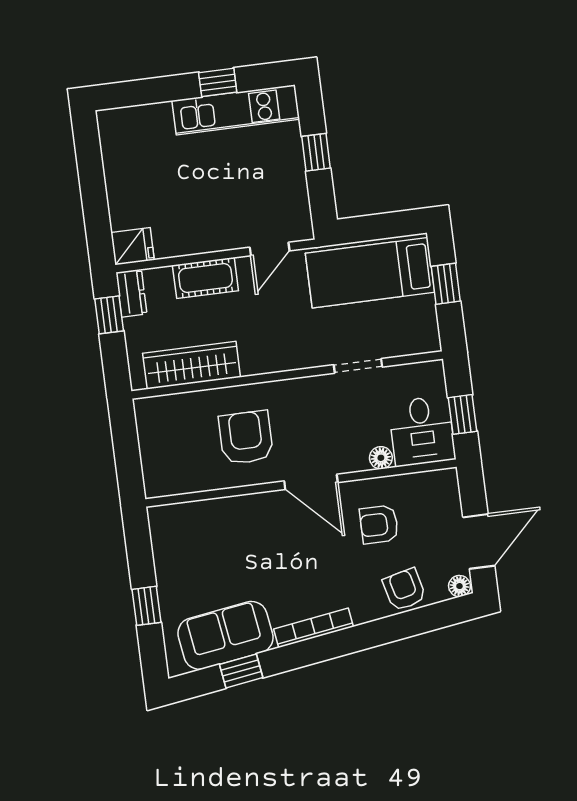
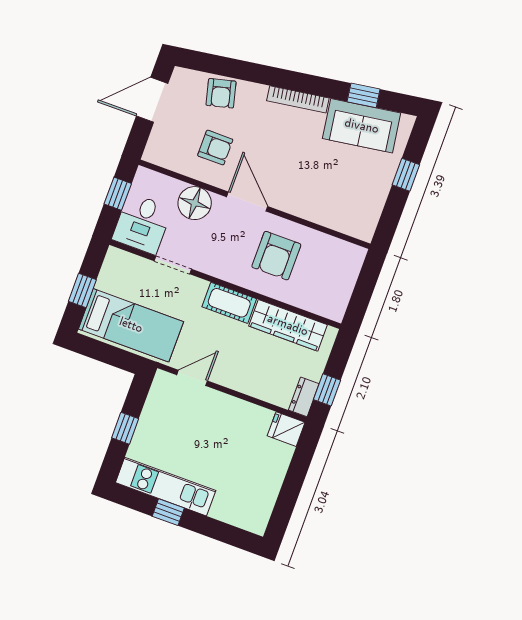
cot: (205, 278) -> (229, 303), moved
desk: (422, 431) -> (142, 224), moved, turned 180
floor lamp: (381, 458) -> (195, 203), width x1.89, depth x1.89
floor lamp: (459, 586) -> (182, 76), removed

